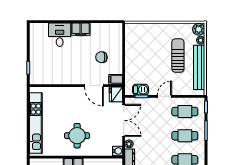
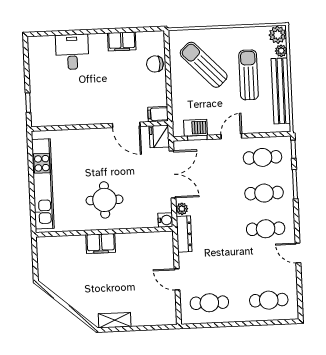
filing cabinet: (81, 29) -> (122, 41), moved
sun lounger: (148, 47) -> (204, 65), added
chair: (101, 57) -> (155, 64), moved

